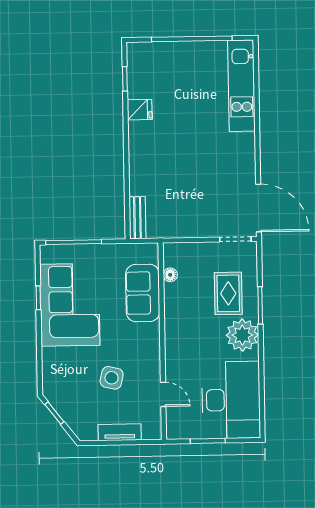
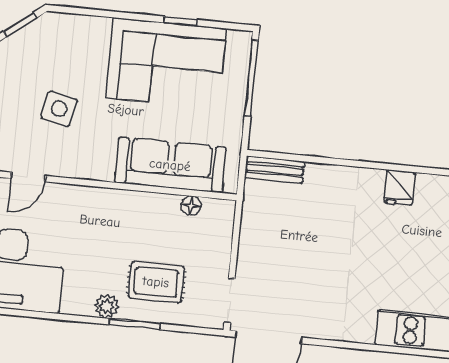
fridge: (140, 110) -> (400, 188), moved
sofa: (143, 293) -> (170, 165), width x1.36
plant: (242, 335) -> (106, 306), width x0.53, depth x0.53

